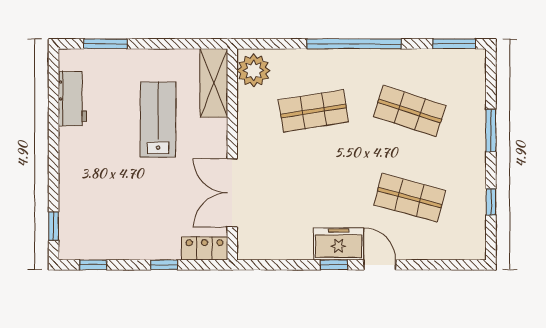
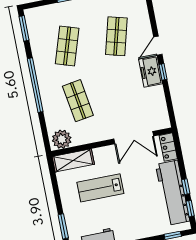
workbench: (126, 240) -> (173, 193), added
window: (164, 265) -> (186, 187), moved

